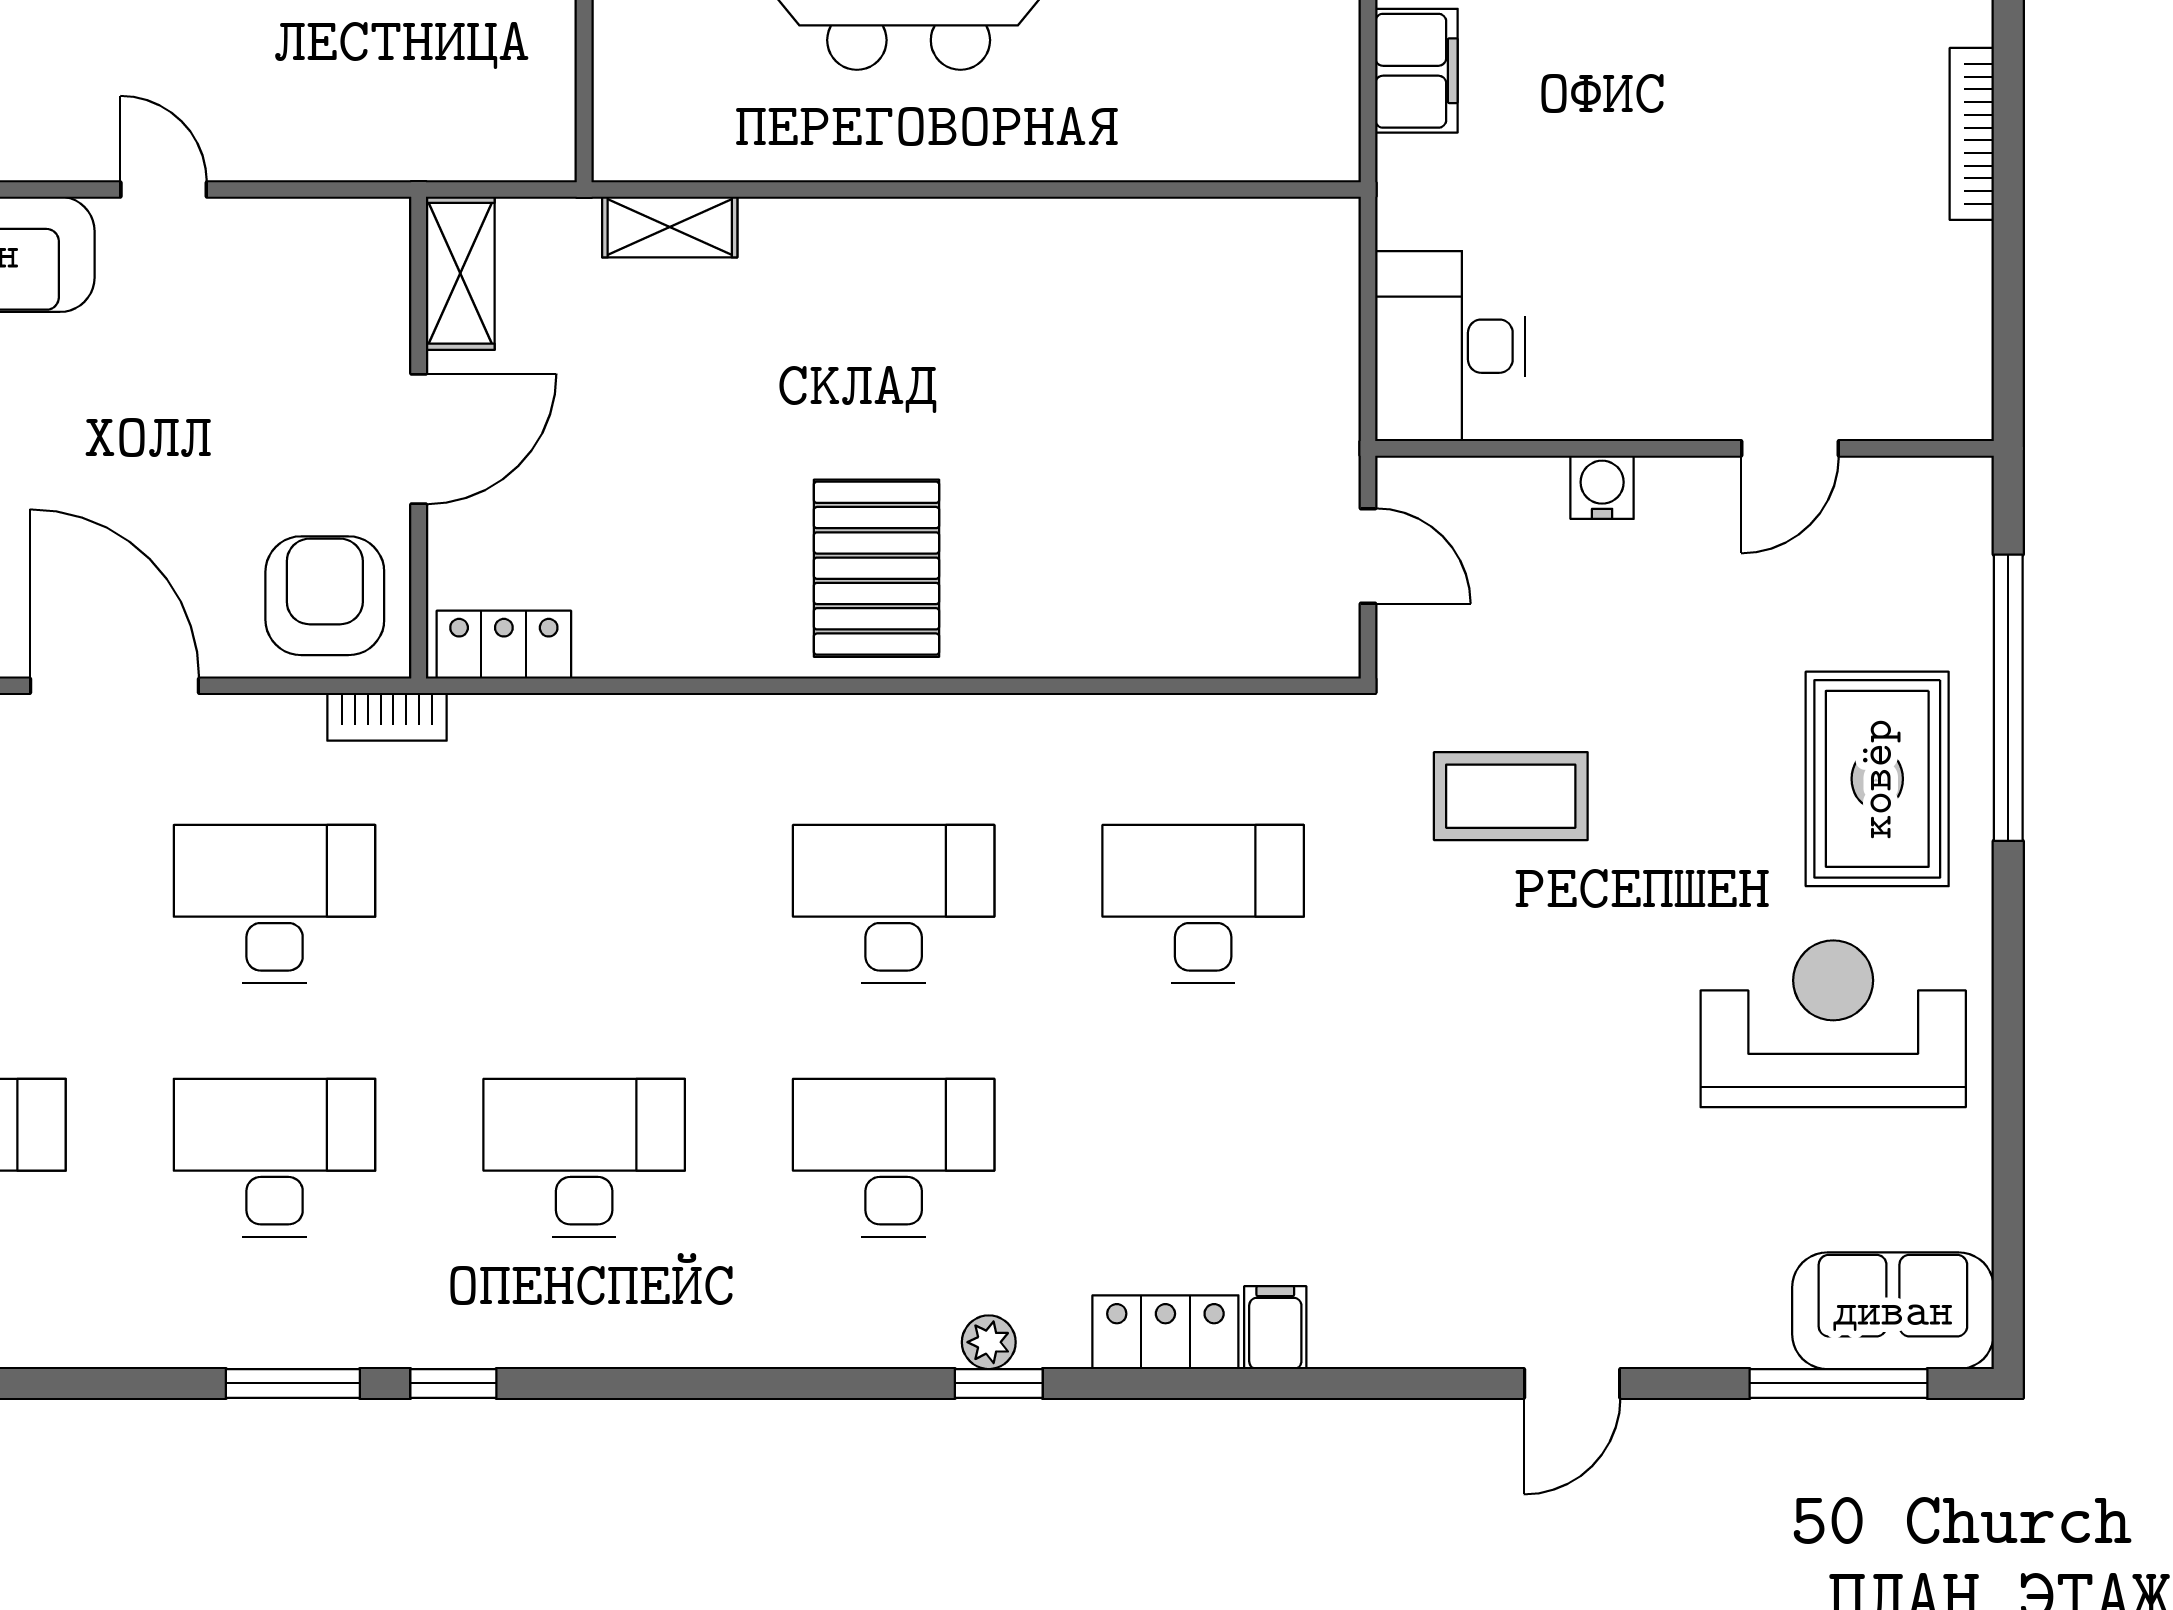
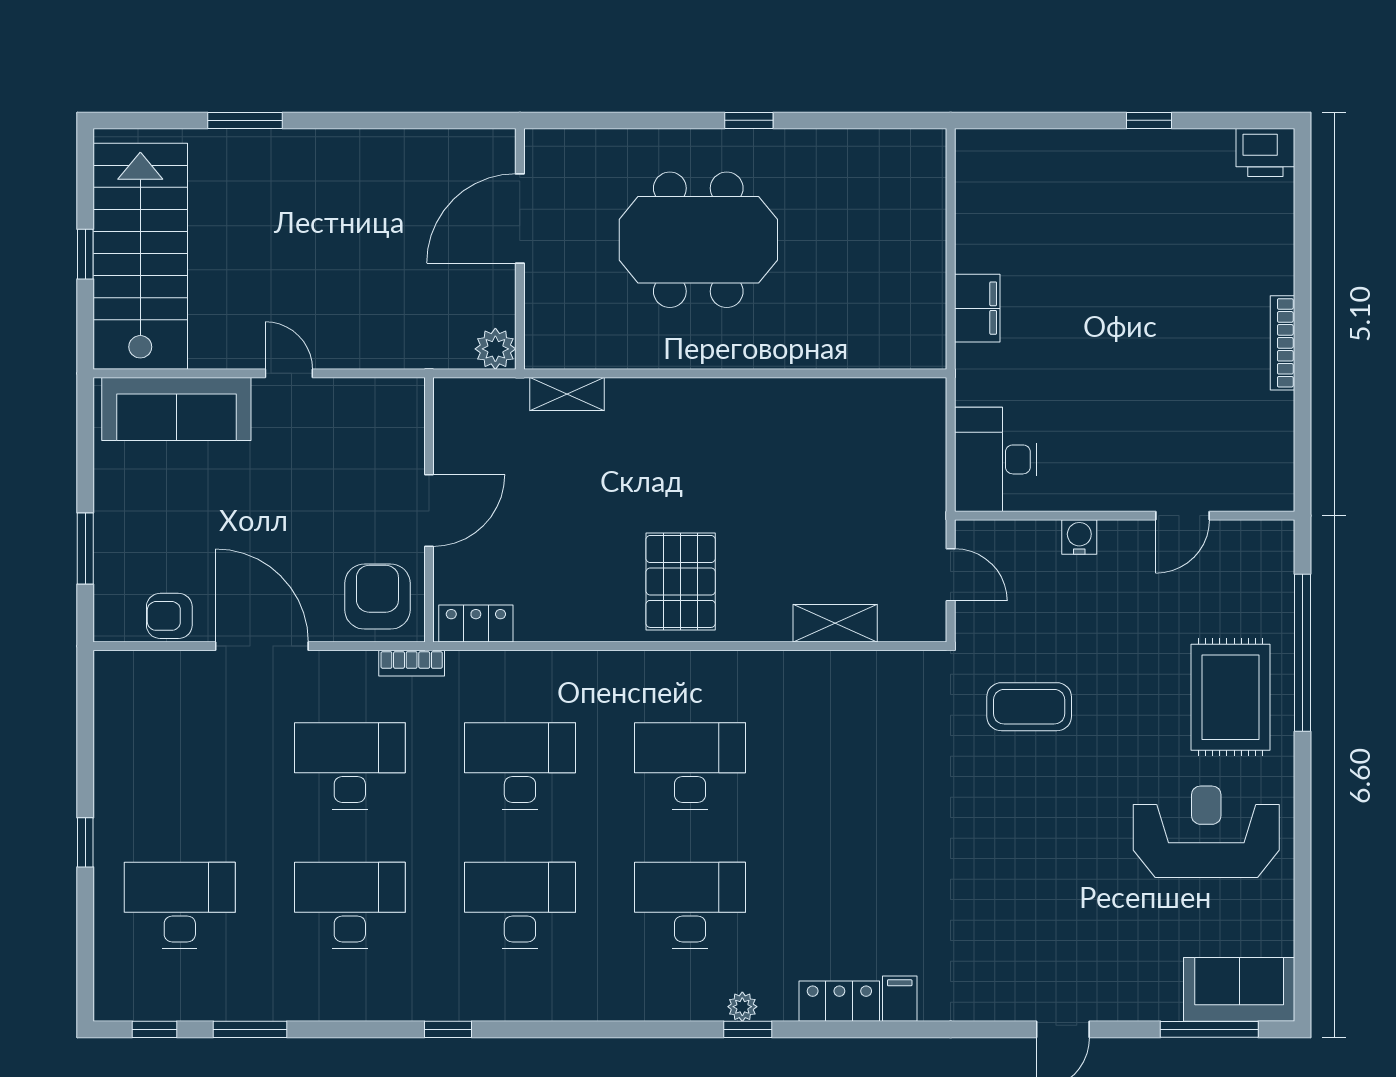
plant: (539, 145) -> (495, 349), added
shelving: (460, 273) -> (835, 623), moved, turned 90
desk: (1203, 904) -> (520, 766), moved
window: (293, 1383) -> (250, 1029), moved

